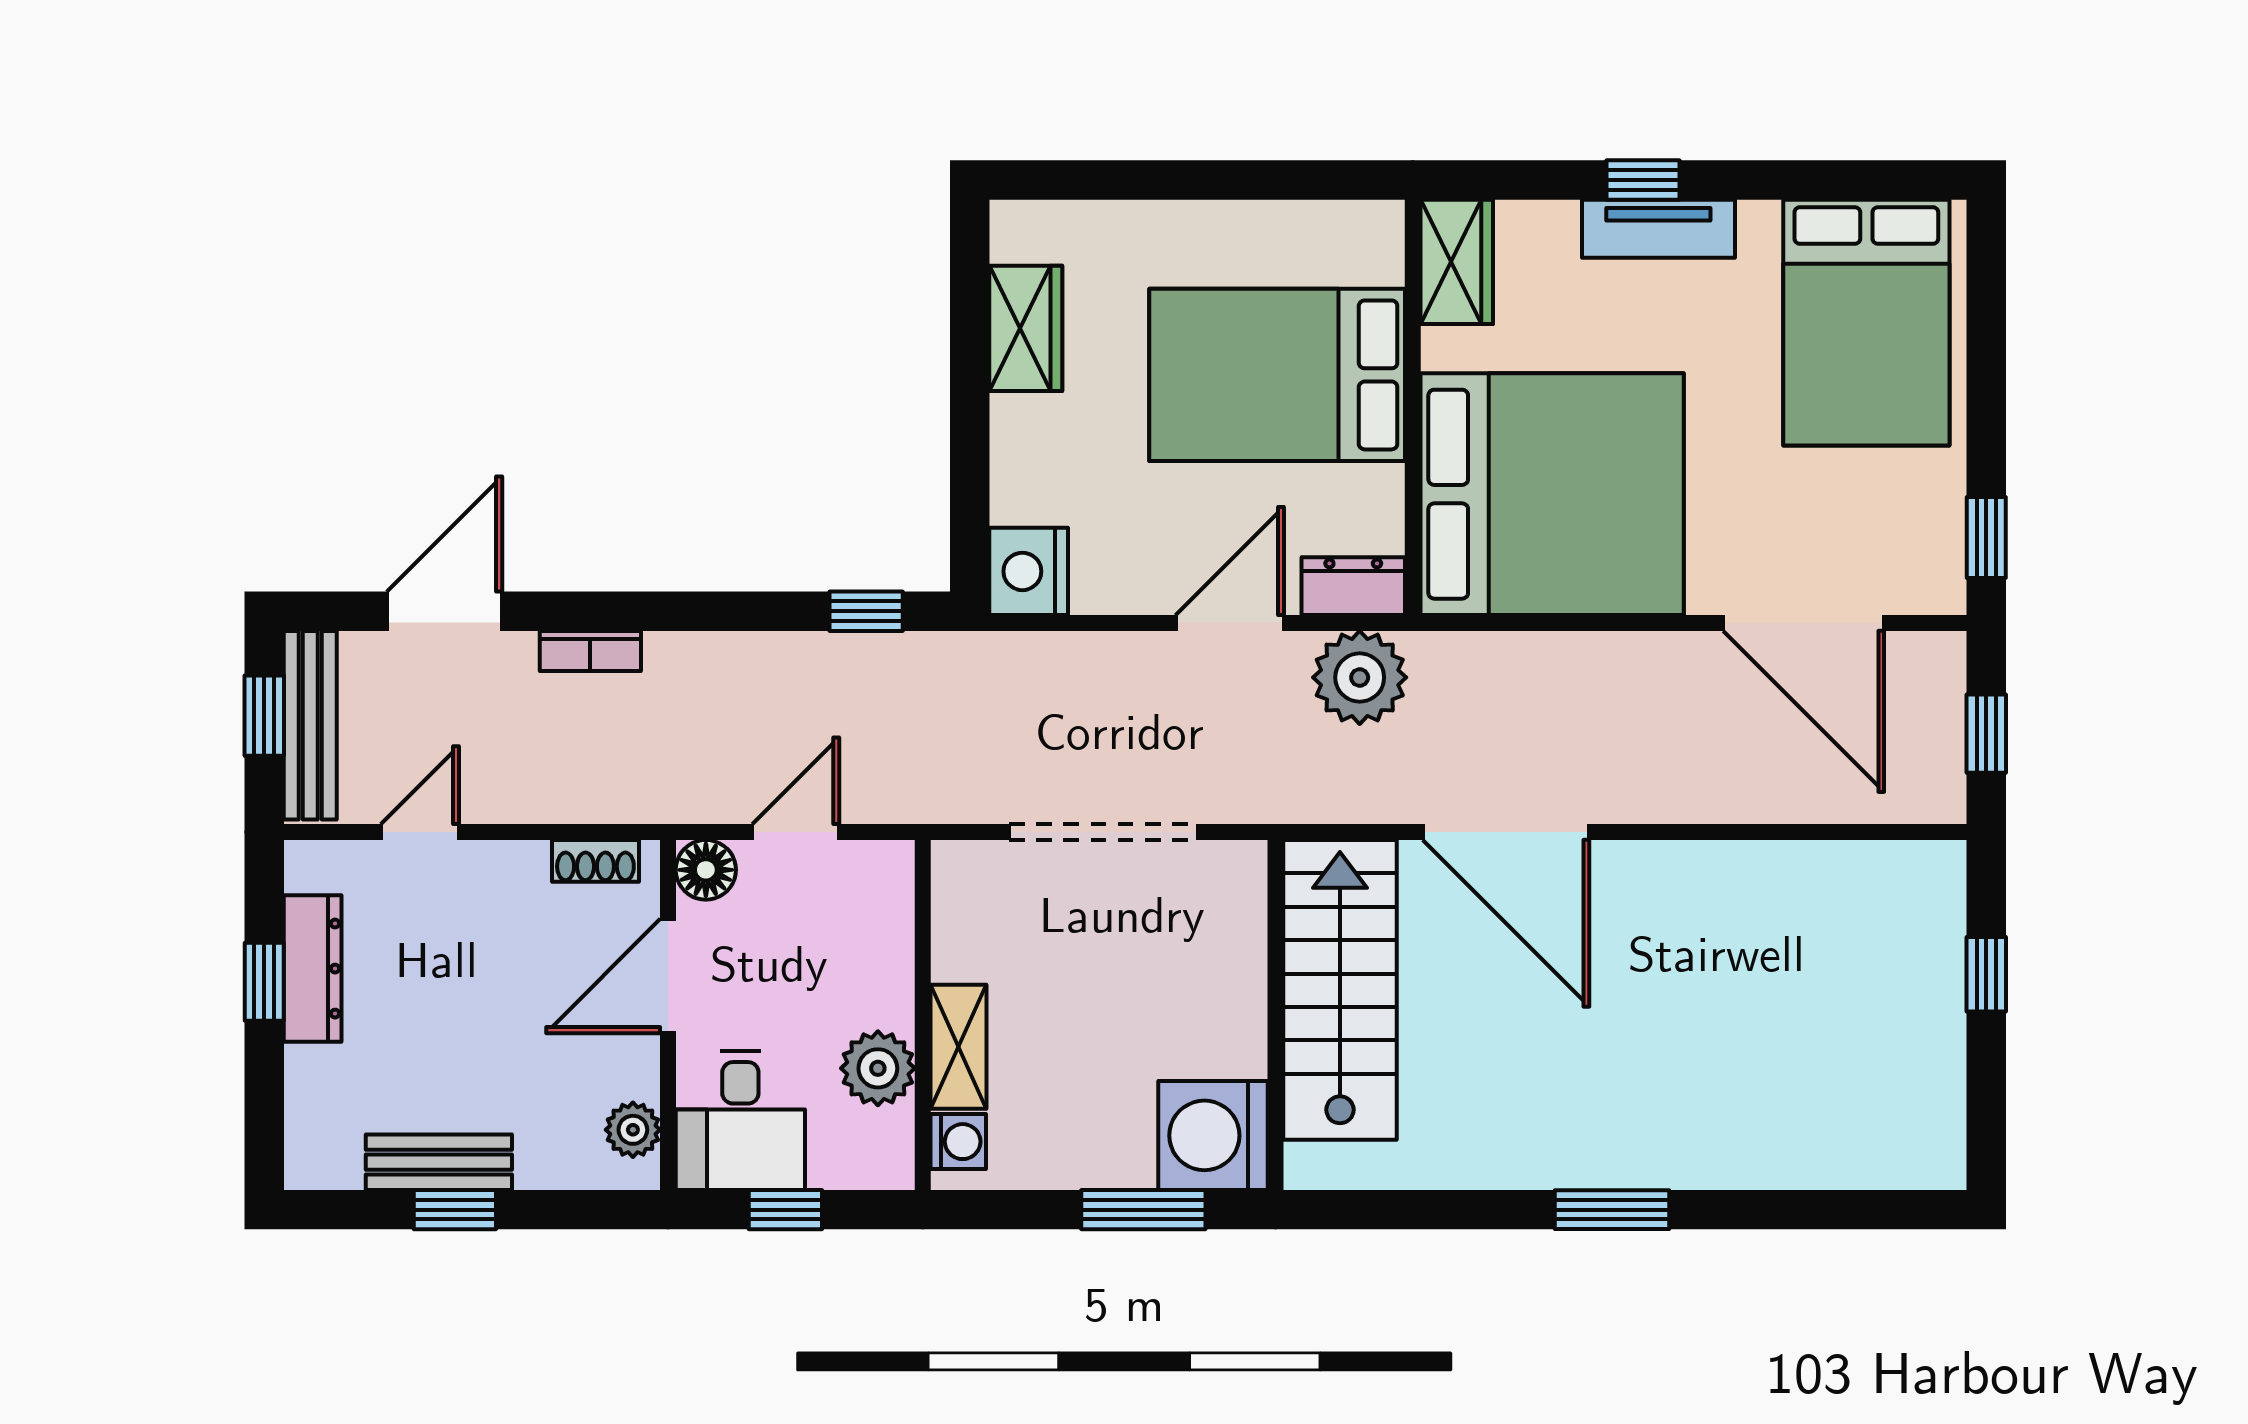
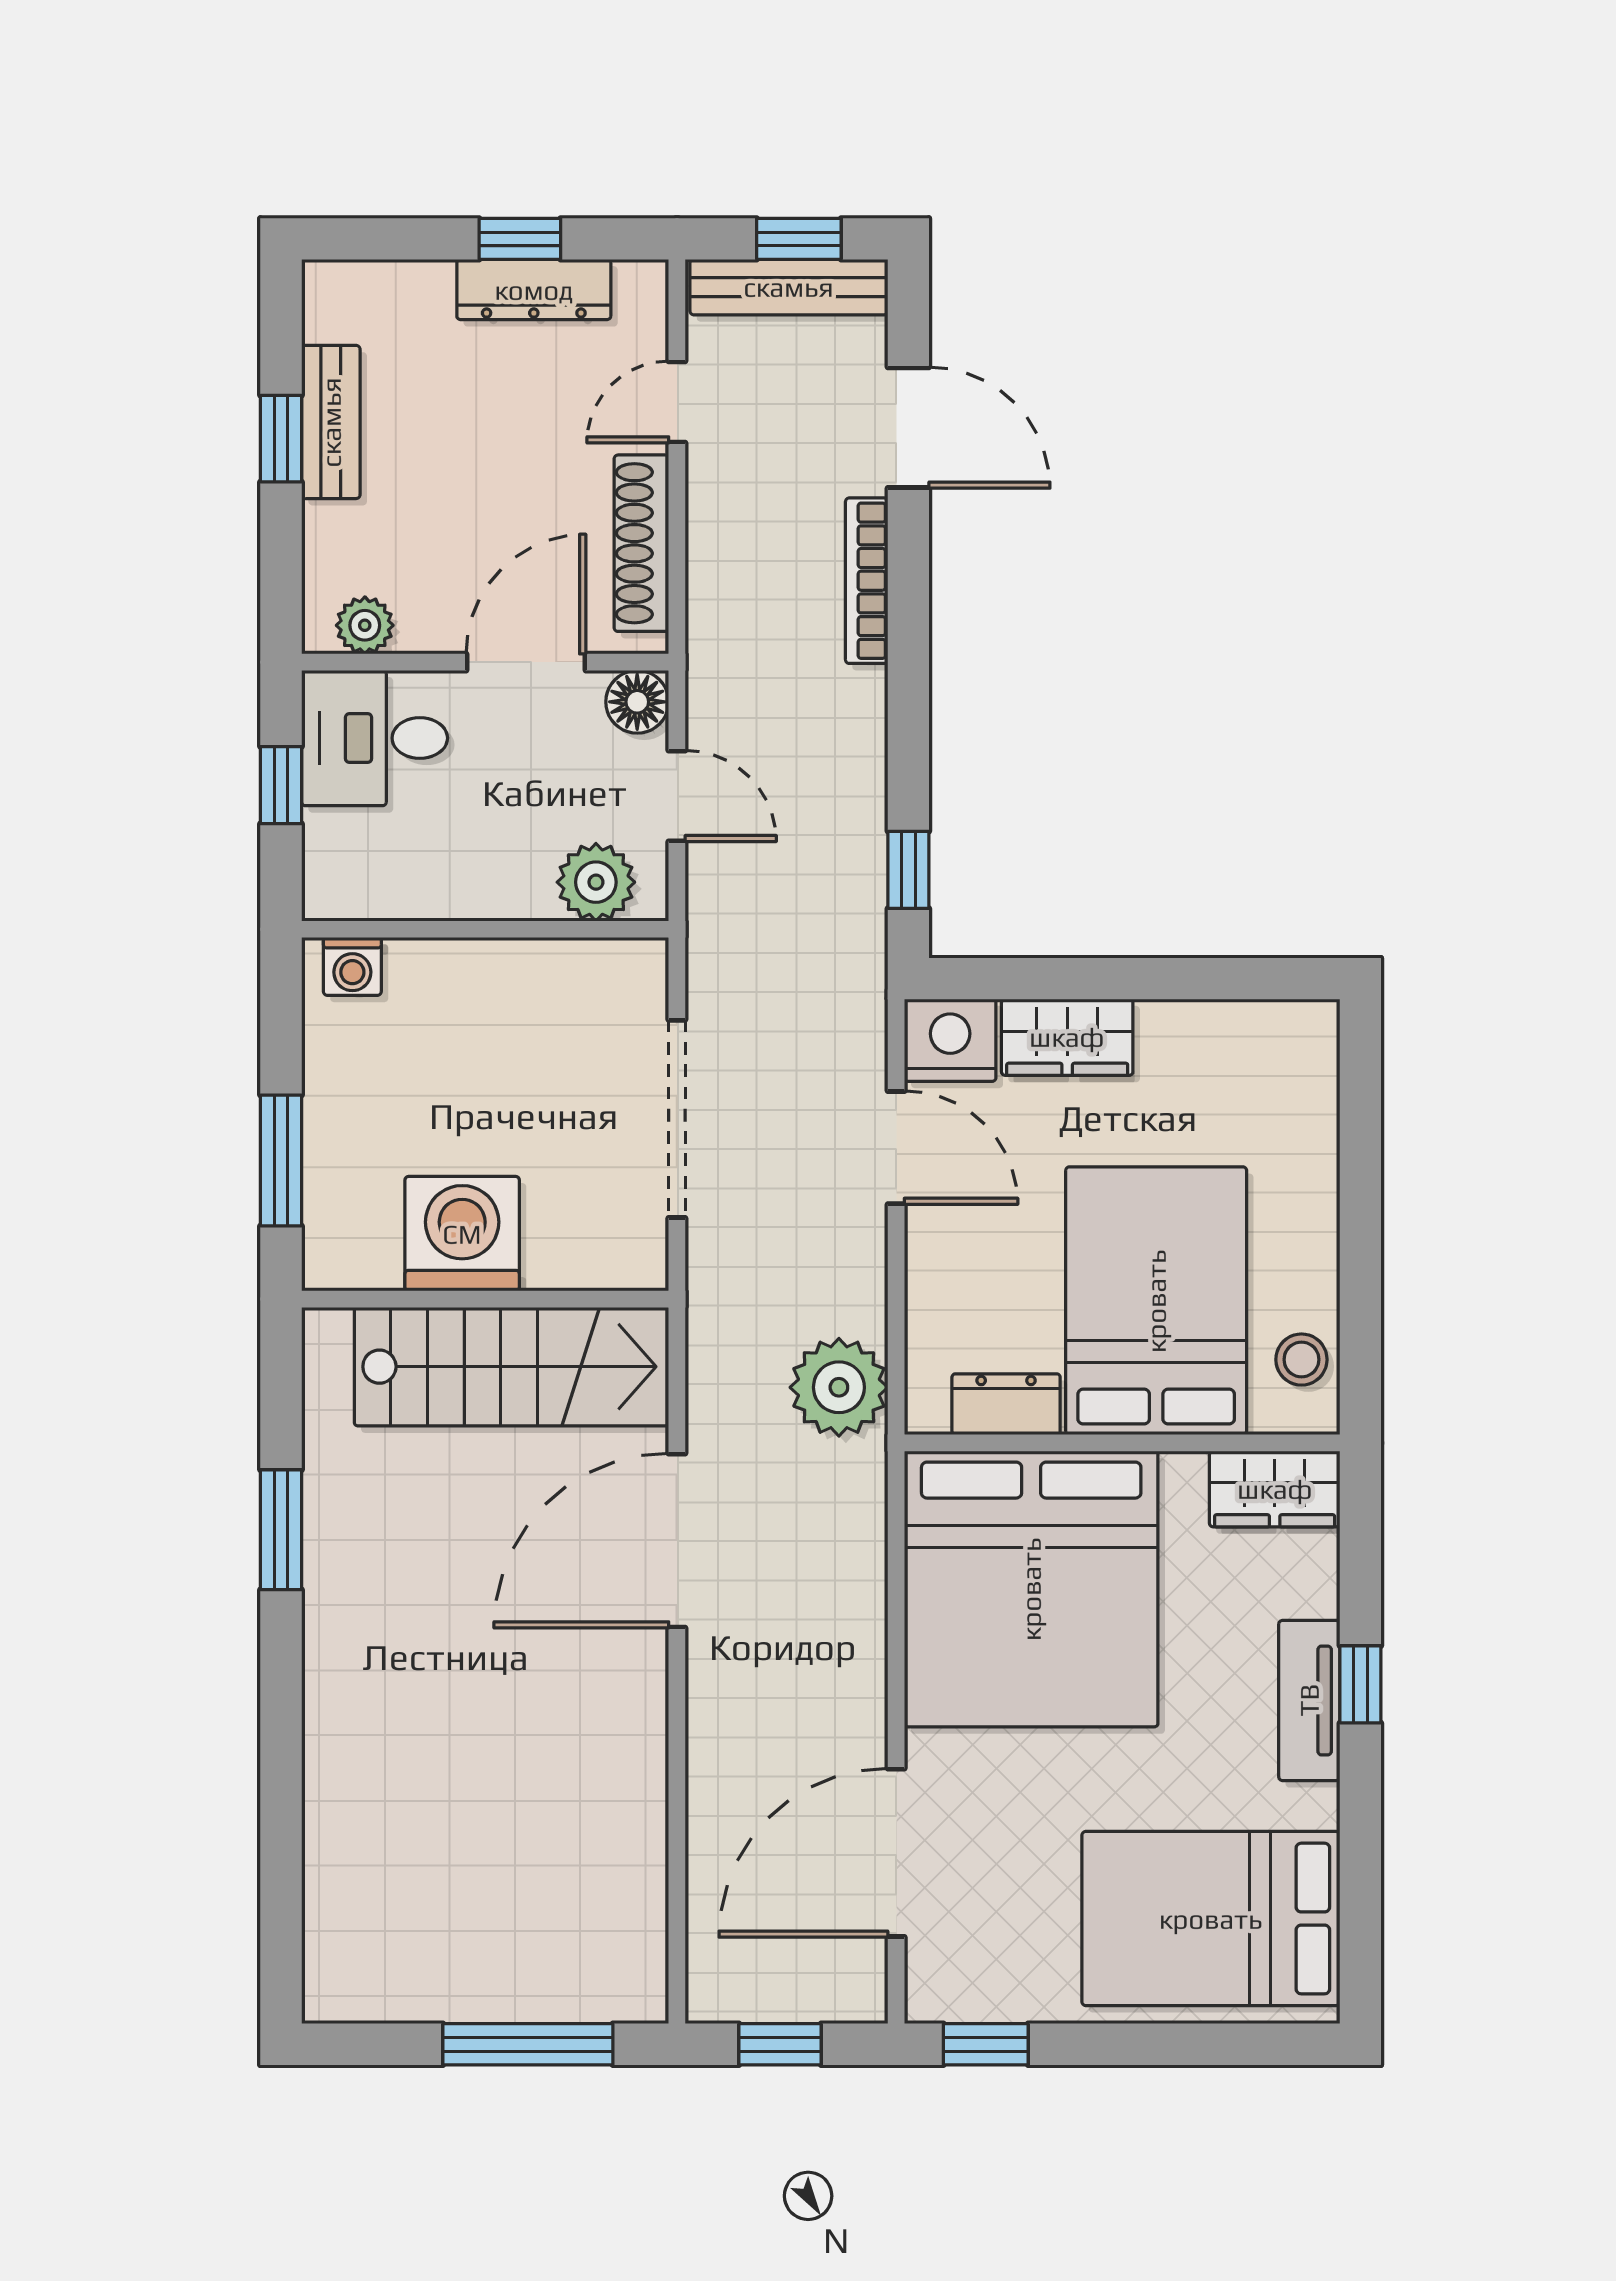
stool: (1333, 236) -> (1301, 1360), added
wardrobe: (1026, 328) -> (1067, 1037), moved
dresser: (1353, 586) -> (1006, 1404), moved, turned -90
door: (1230, 623) -> (896, 1148), moved
bookcase: (590, 651) -> (867, 581), width x1.56
door: (420, 832) -> (677, 402), swing flipped
shoe rack: (595, 861) -> (641, 543), width x1.94, depth x1.24
window: (1986, 974) -> (528, 2044), width x2.17
door: (668, 976) -> (526, 662), hinge flipped
shelving: (959, 1047) -> (452, 967), removed
plant: (878, 1068) -> (596, 882), moved
washing machine: (1213, 1135) -> (462, 1234), moved
window: (1612, 1210) -> (281, 1530), moved

